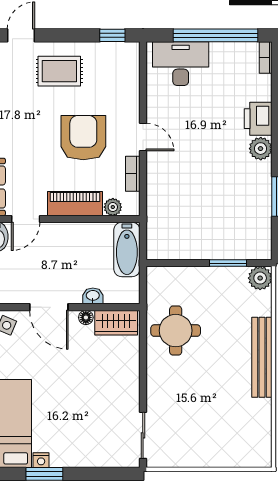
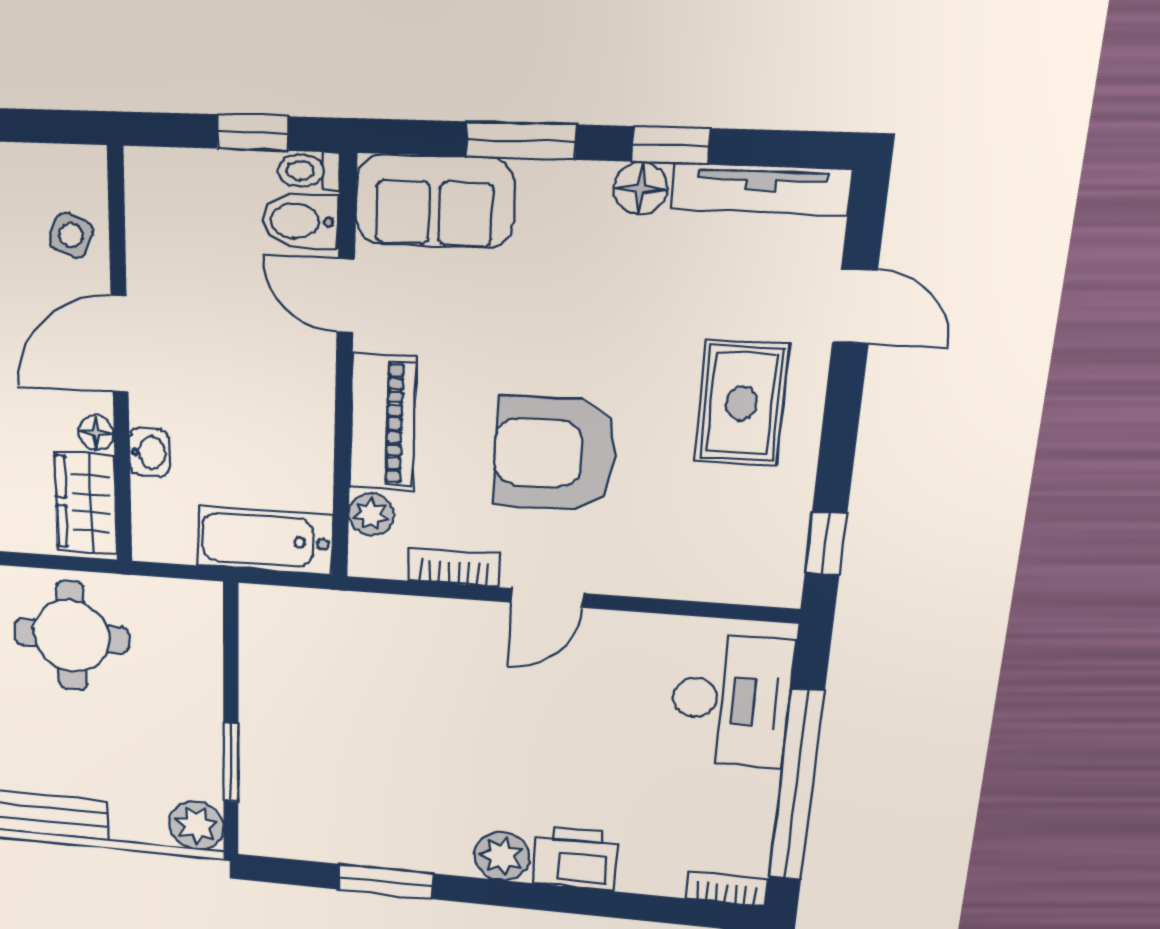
armchair: (83, 138) -> (555, 454), turned 180

